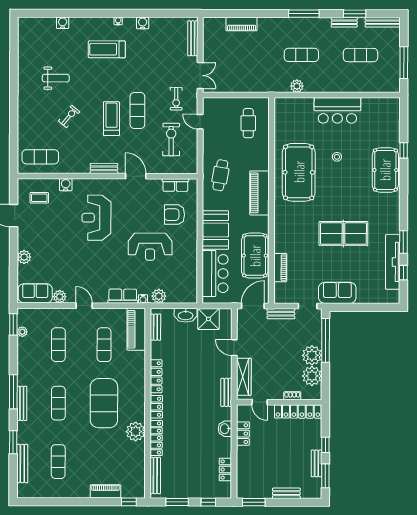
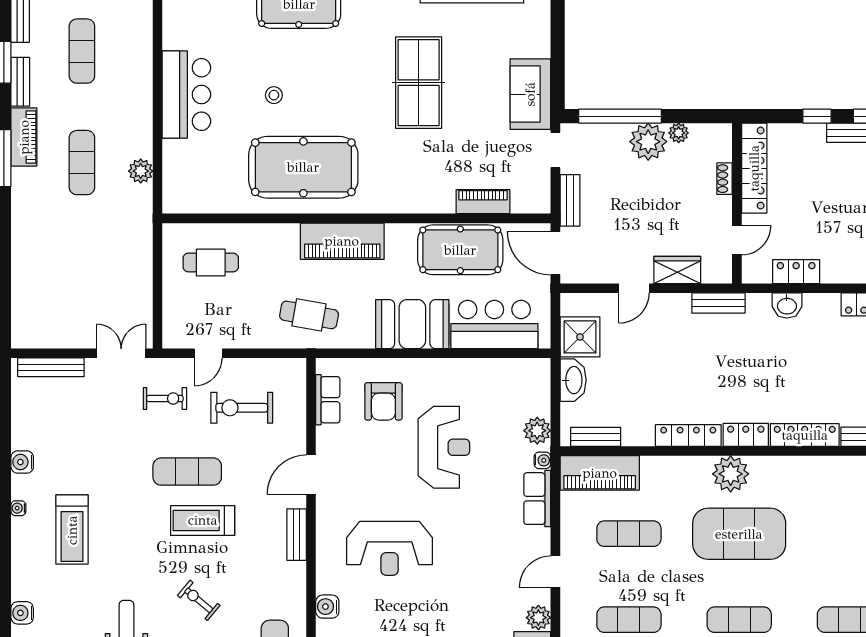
piano: (242, 24) -> (24, 137), moved
plant: (312, 376) -> (679, 133), width x0.53, depth x0.53
wardrobe: (244, 377) -> (677, 270), width x0.67
plant: (136, 432) -> (731, 474), moved

